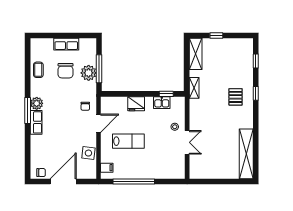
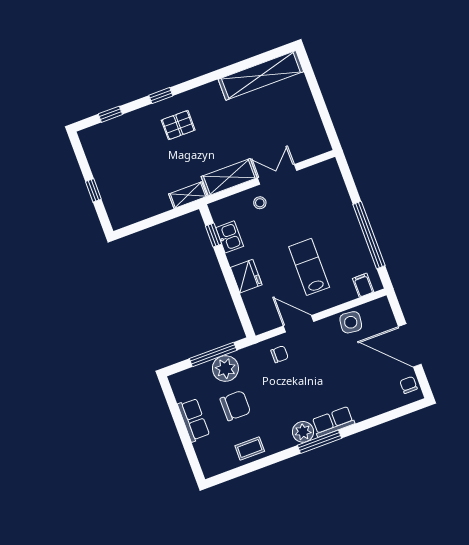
shelving: (196, 54) -> (229, 177), moved

